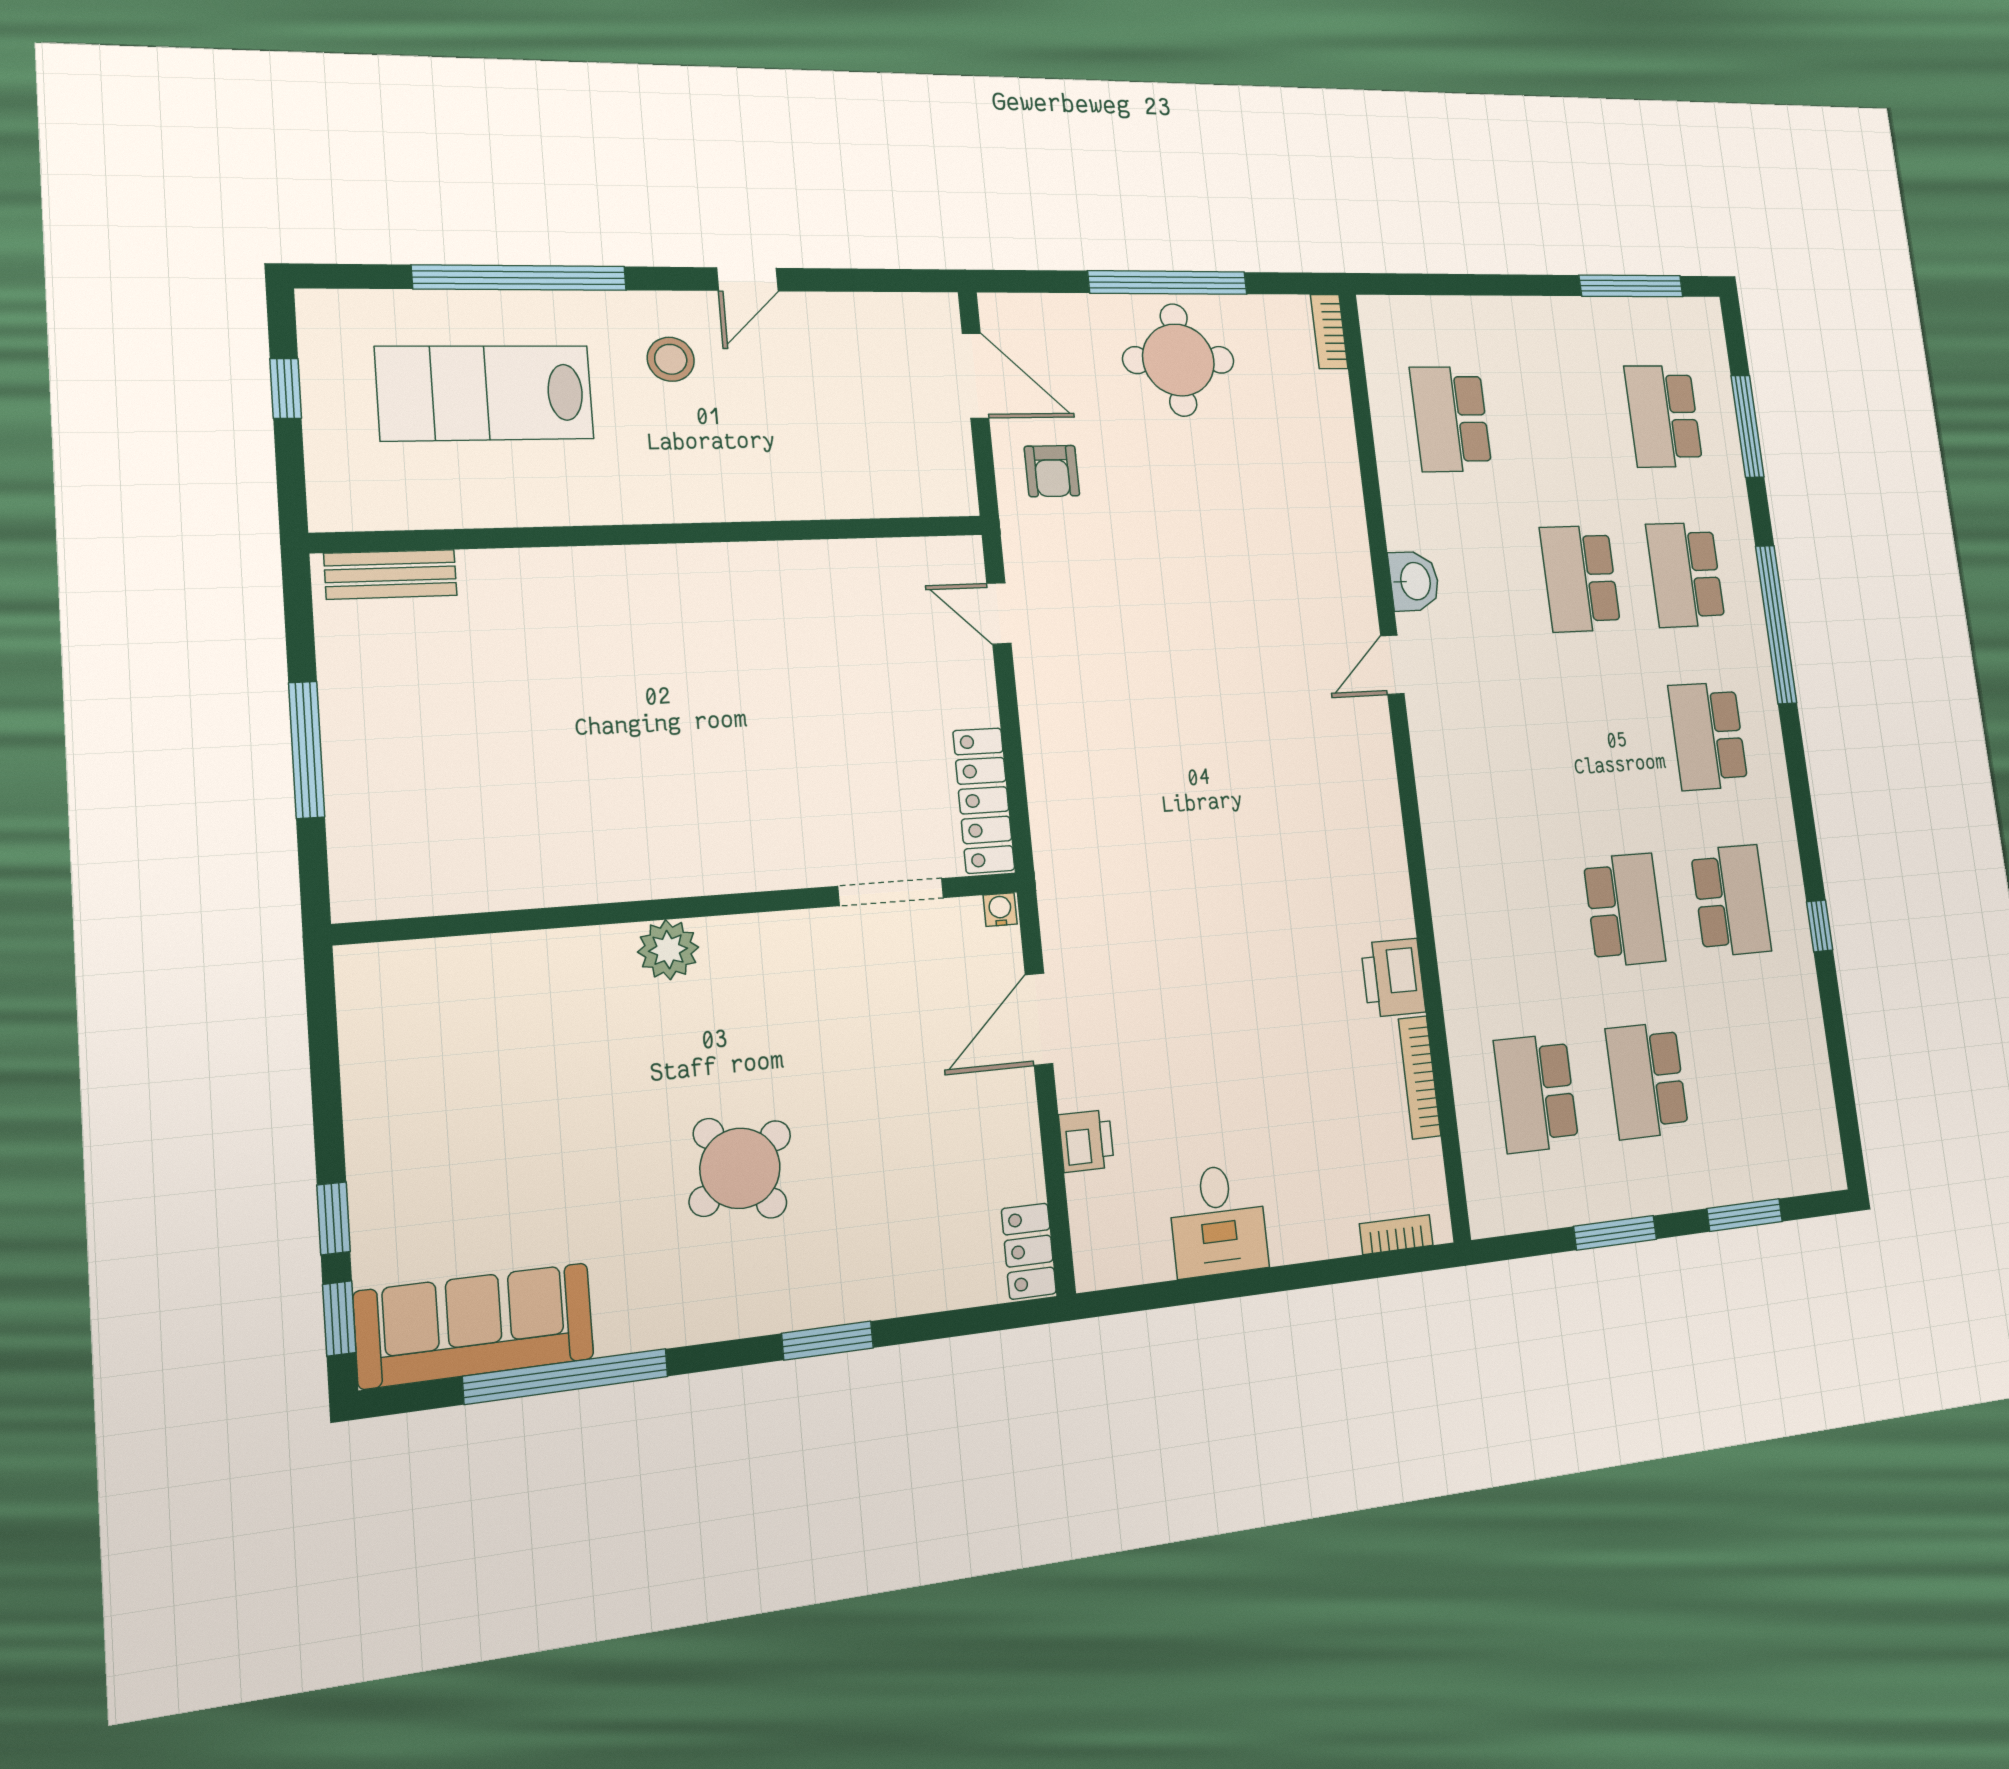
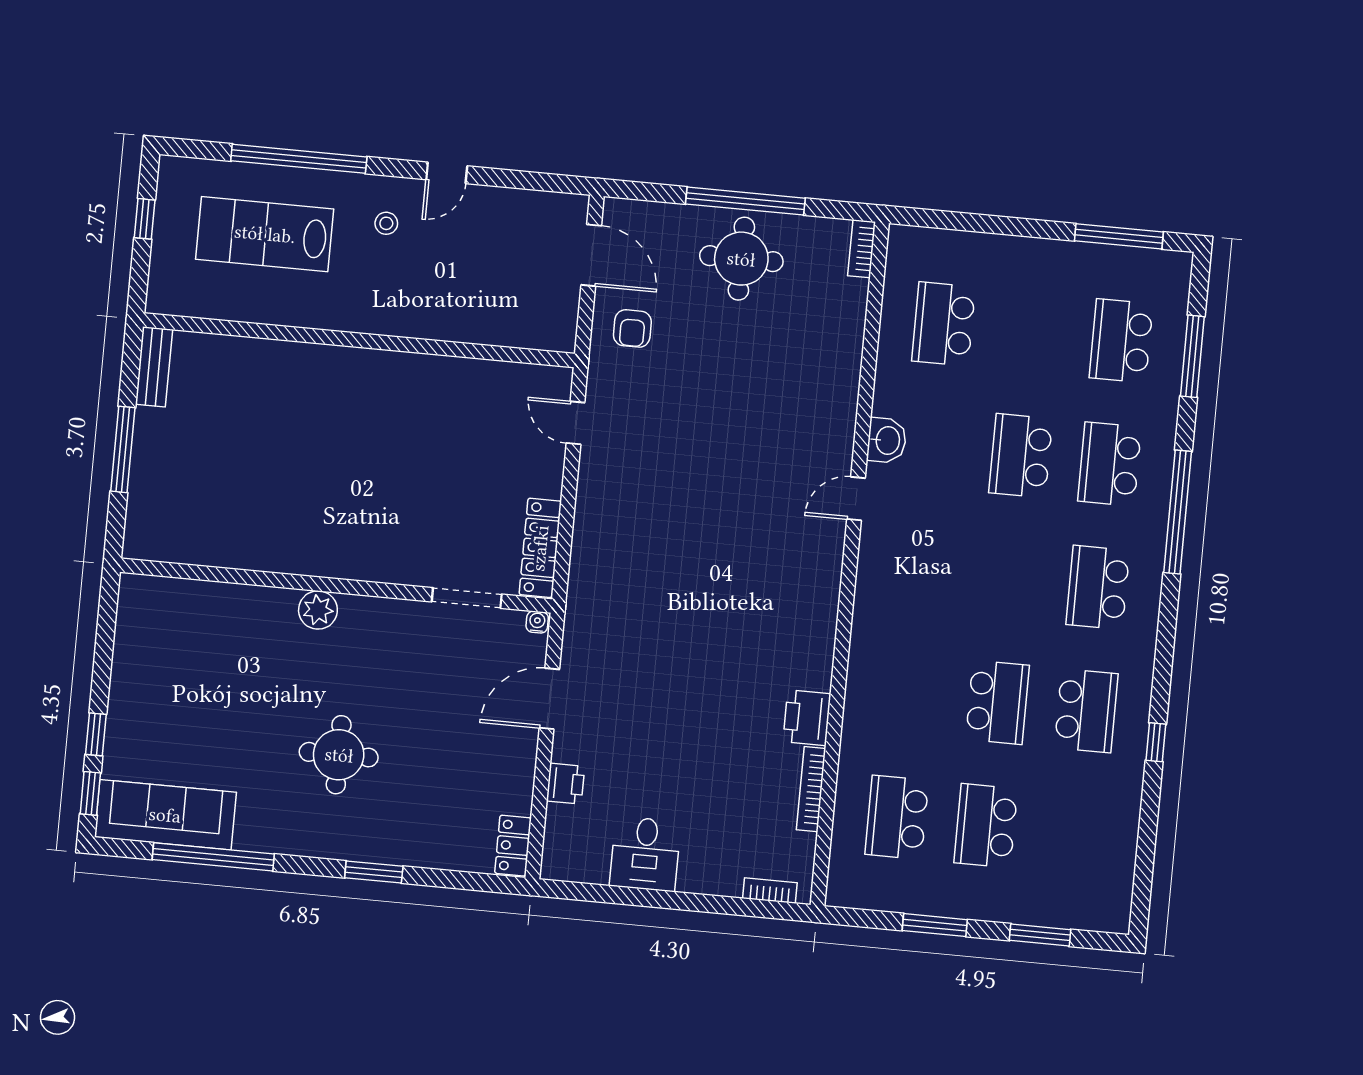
stool: (671, 359) -> (386, 223), width x0.73, depth x0.73
bench: (391, 574) -> (154, 367), moved, turned 90
round table: (740, 1168) -> (339, 755), turned 37

